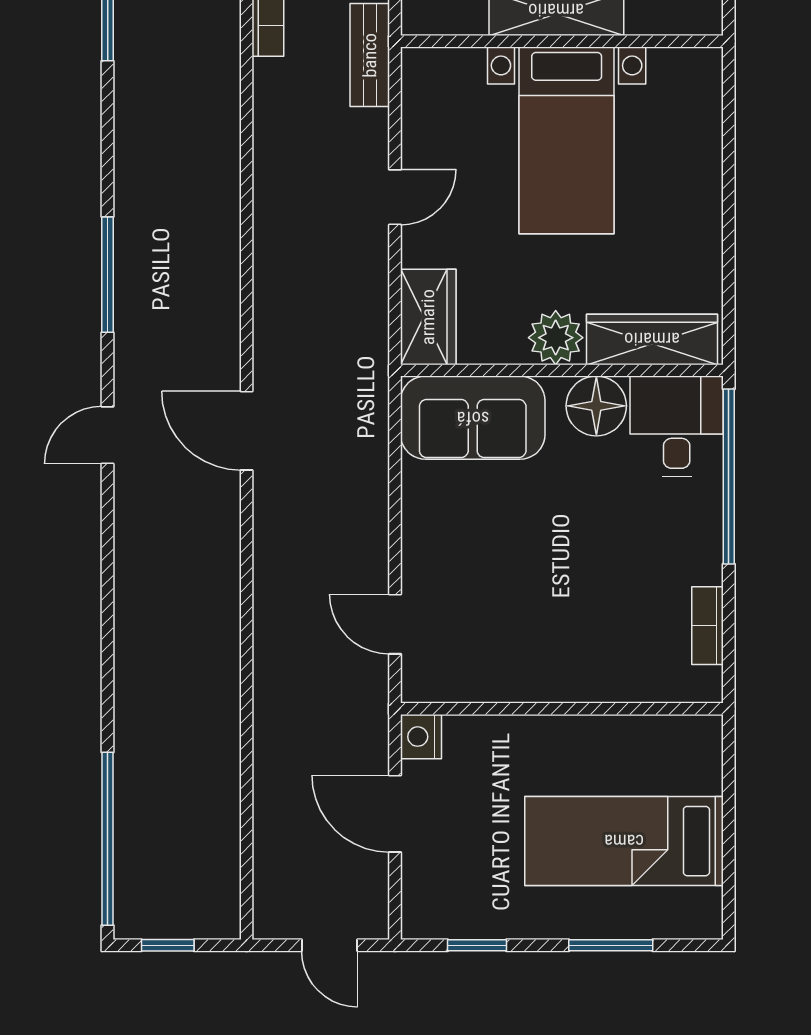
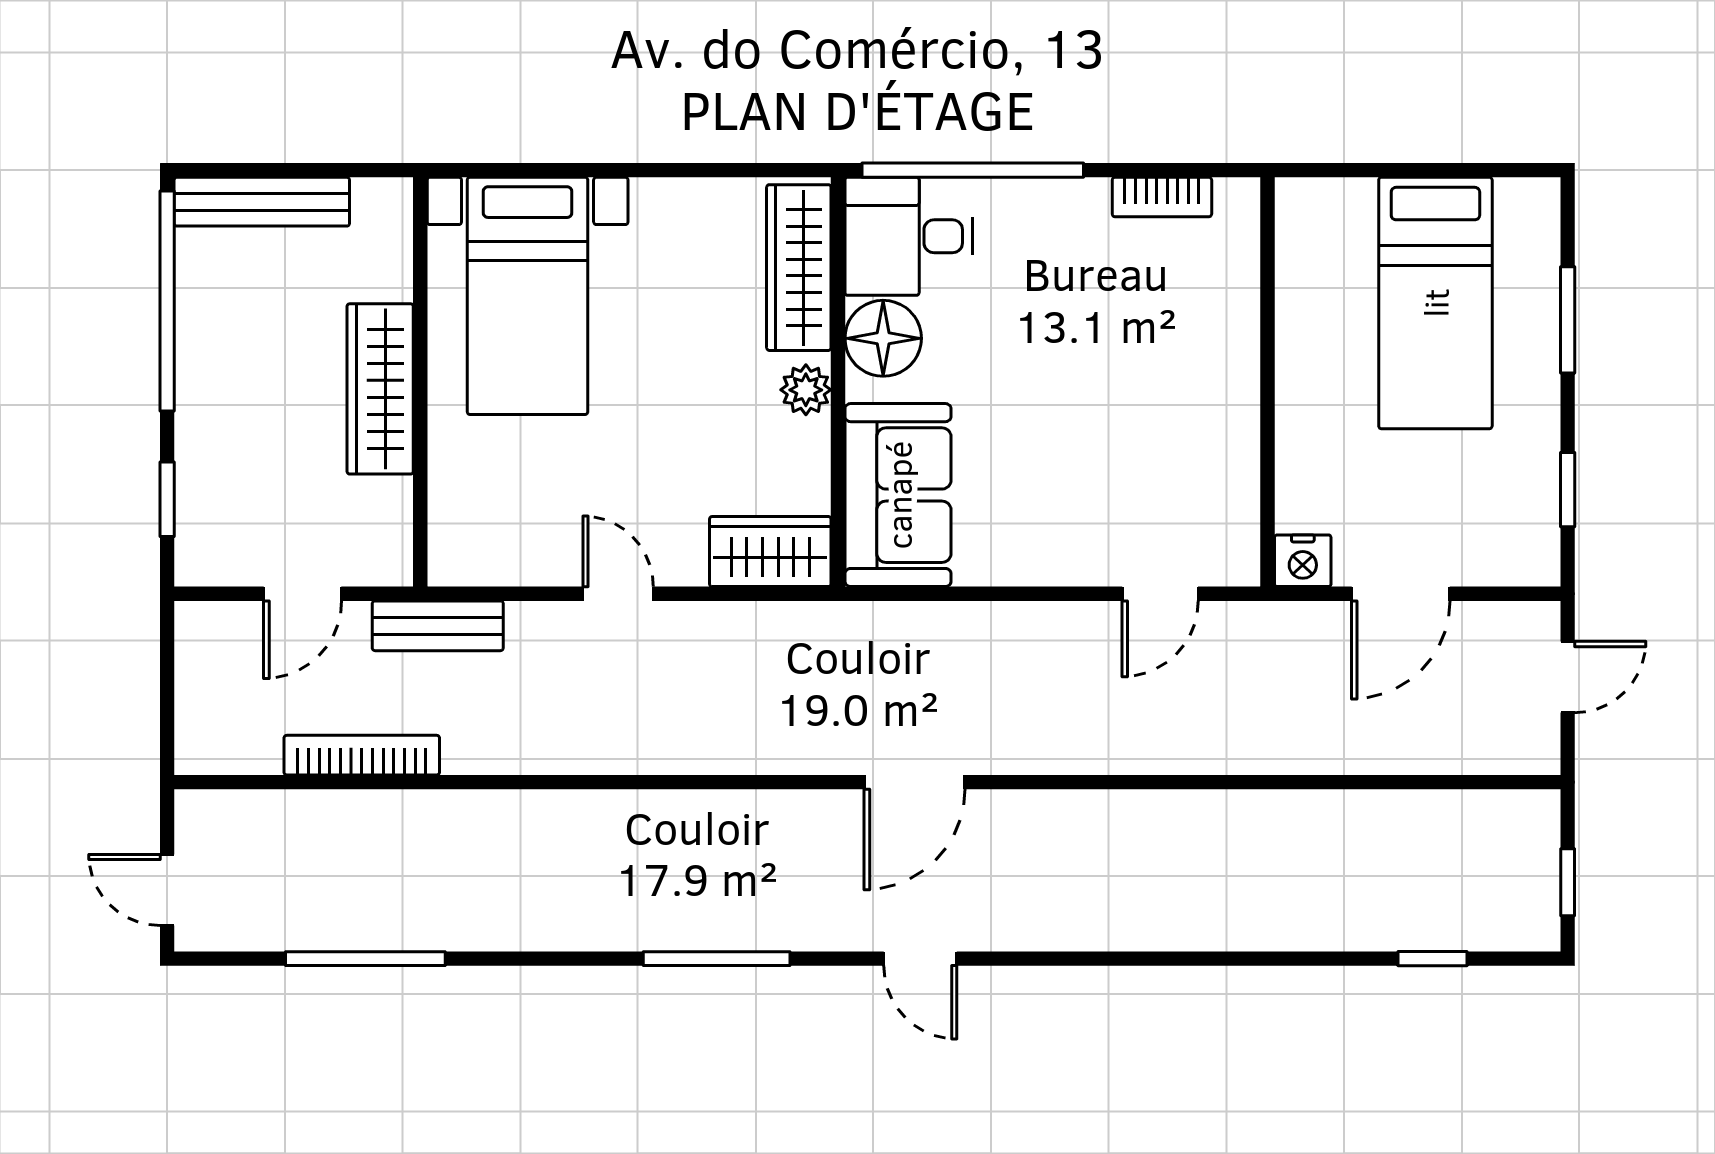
bed with nightstands: (567, 140) -> (528, 296), moved, turned 90
plant: (556, 338) -> (806, 390), width x0.73, depth x0.73
window: (108, 839) -> (1433, 959), width x0.32

